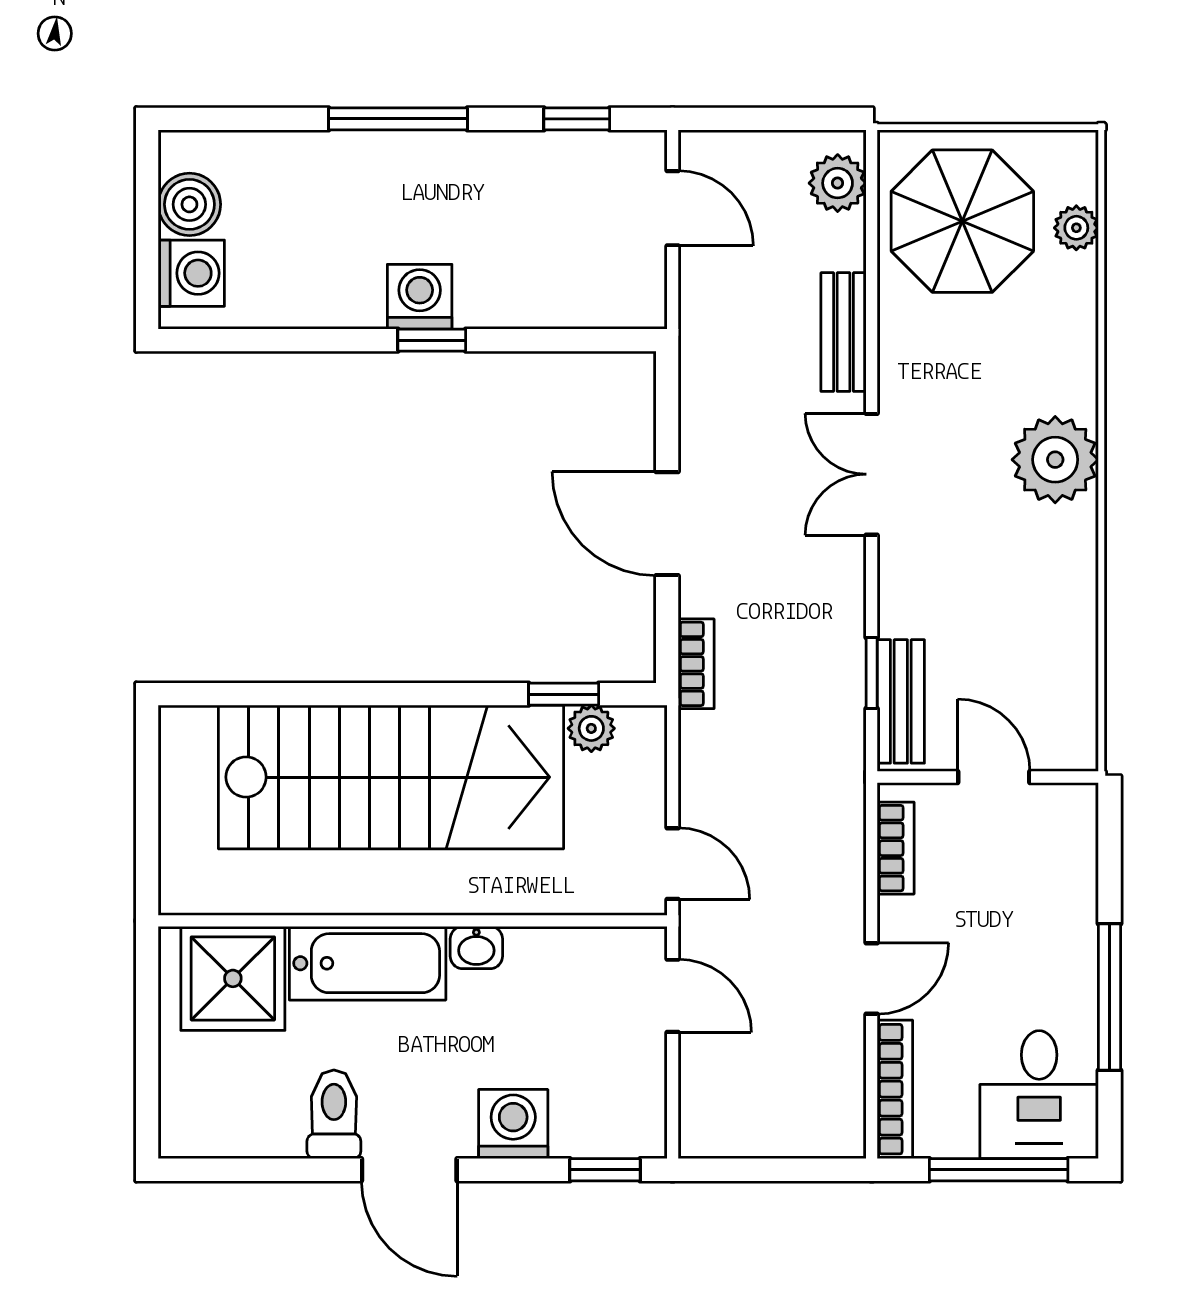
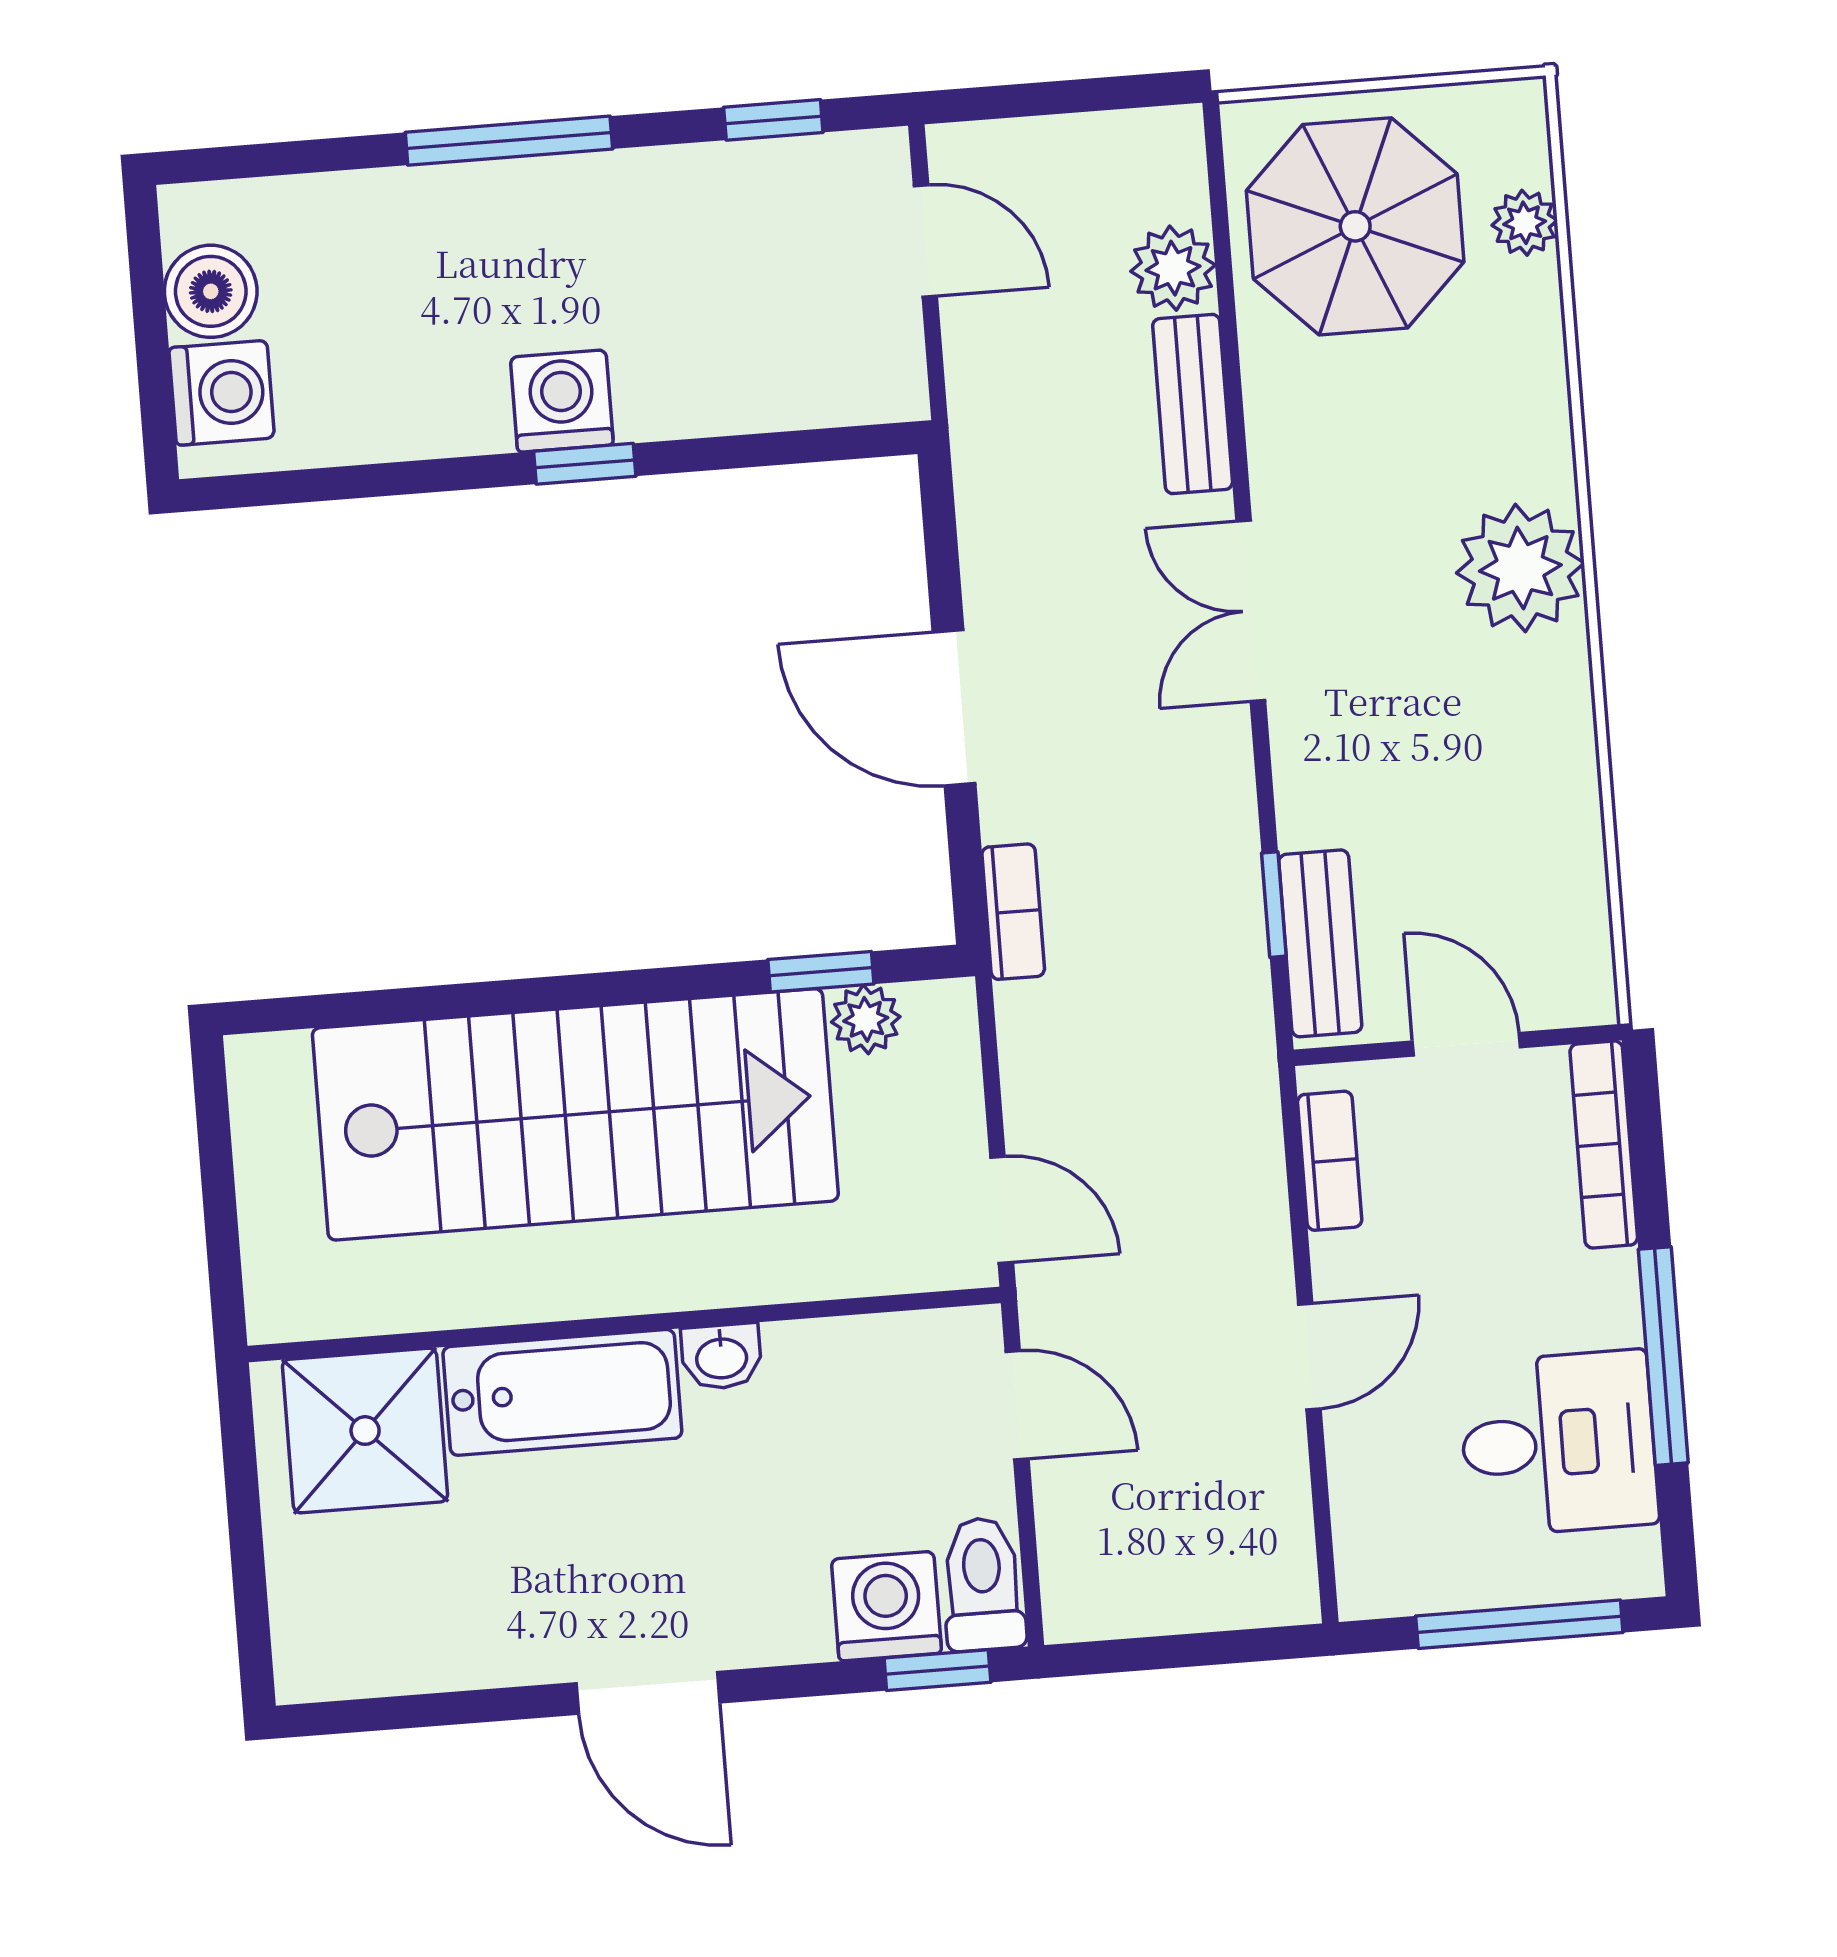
plant: (838, 183) -> (1173, 268), moved
bookcase: (895, 1089) -> (1604, 1145), moved, turned 180
desk: (1039, 1095) -> (1558, 1443), moved, turned -90
toilet: (334, 1114) -> (983, 1584), moved
washing machine: (513, 1124) -> (886, 1606), moved

